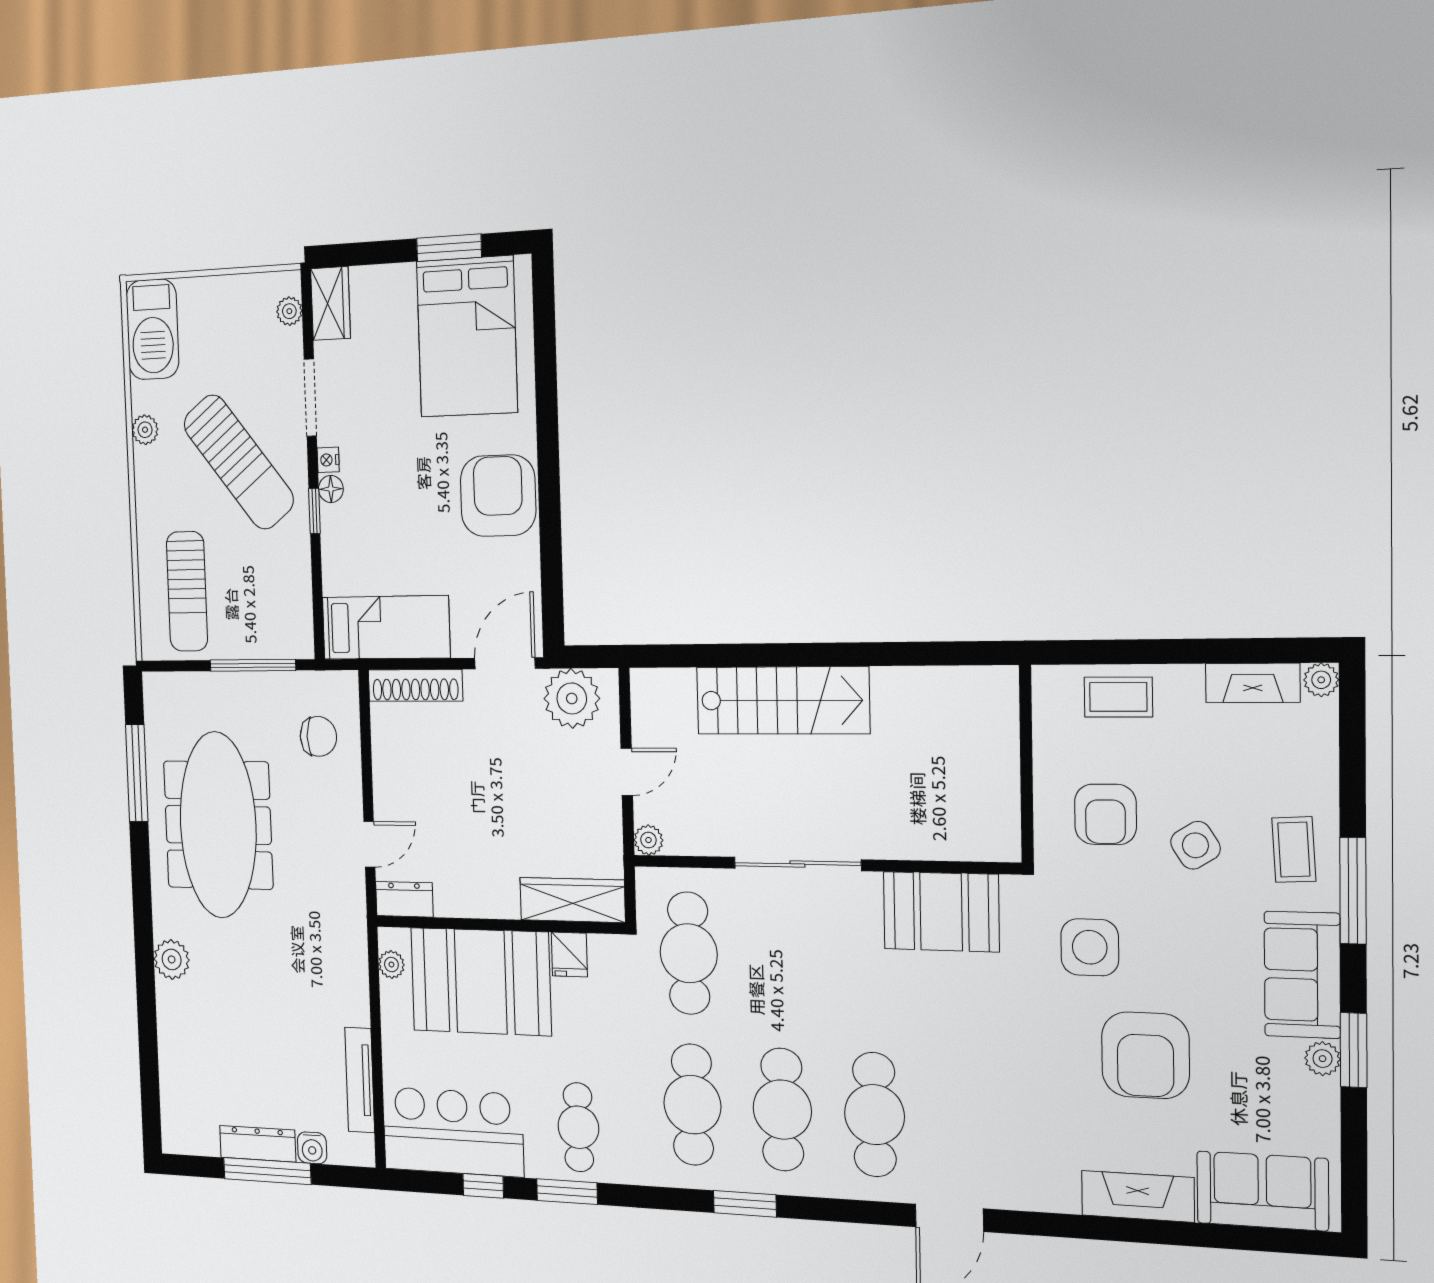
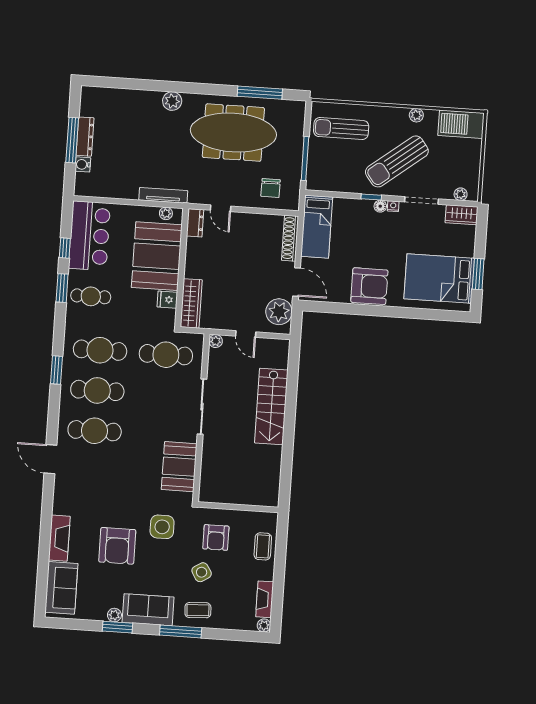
armchair: (1105, 814) -> (216, 537), turned -90
armchair: (1145, 1055) -> (117, 546), turned -90
tv unit: (360, 1080) -> (163, 195), moved

